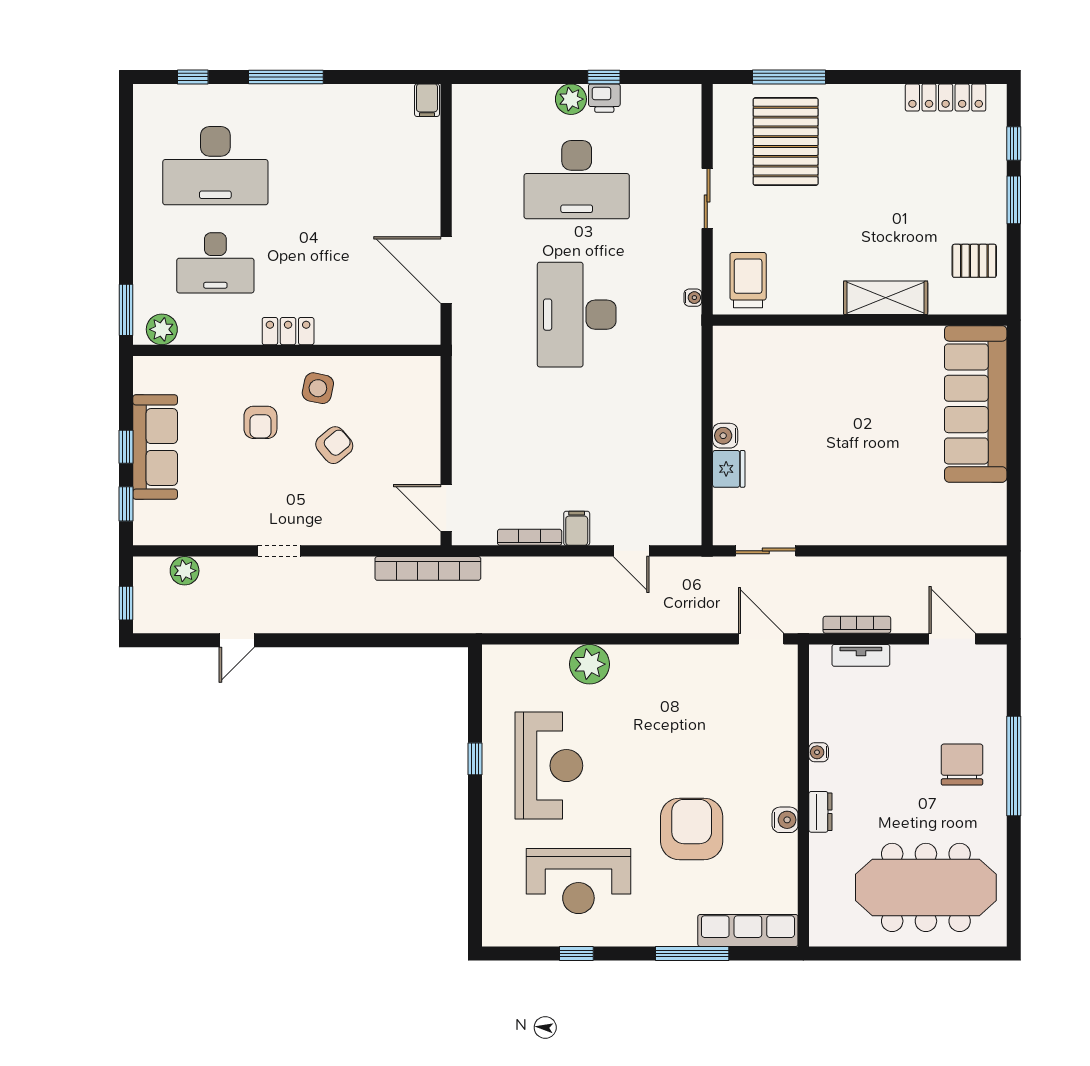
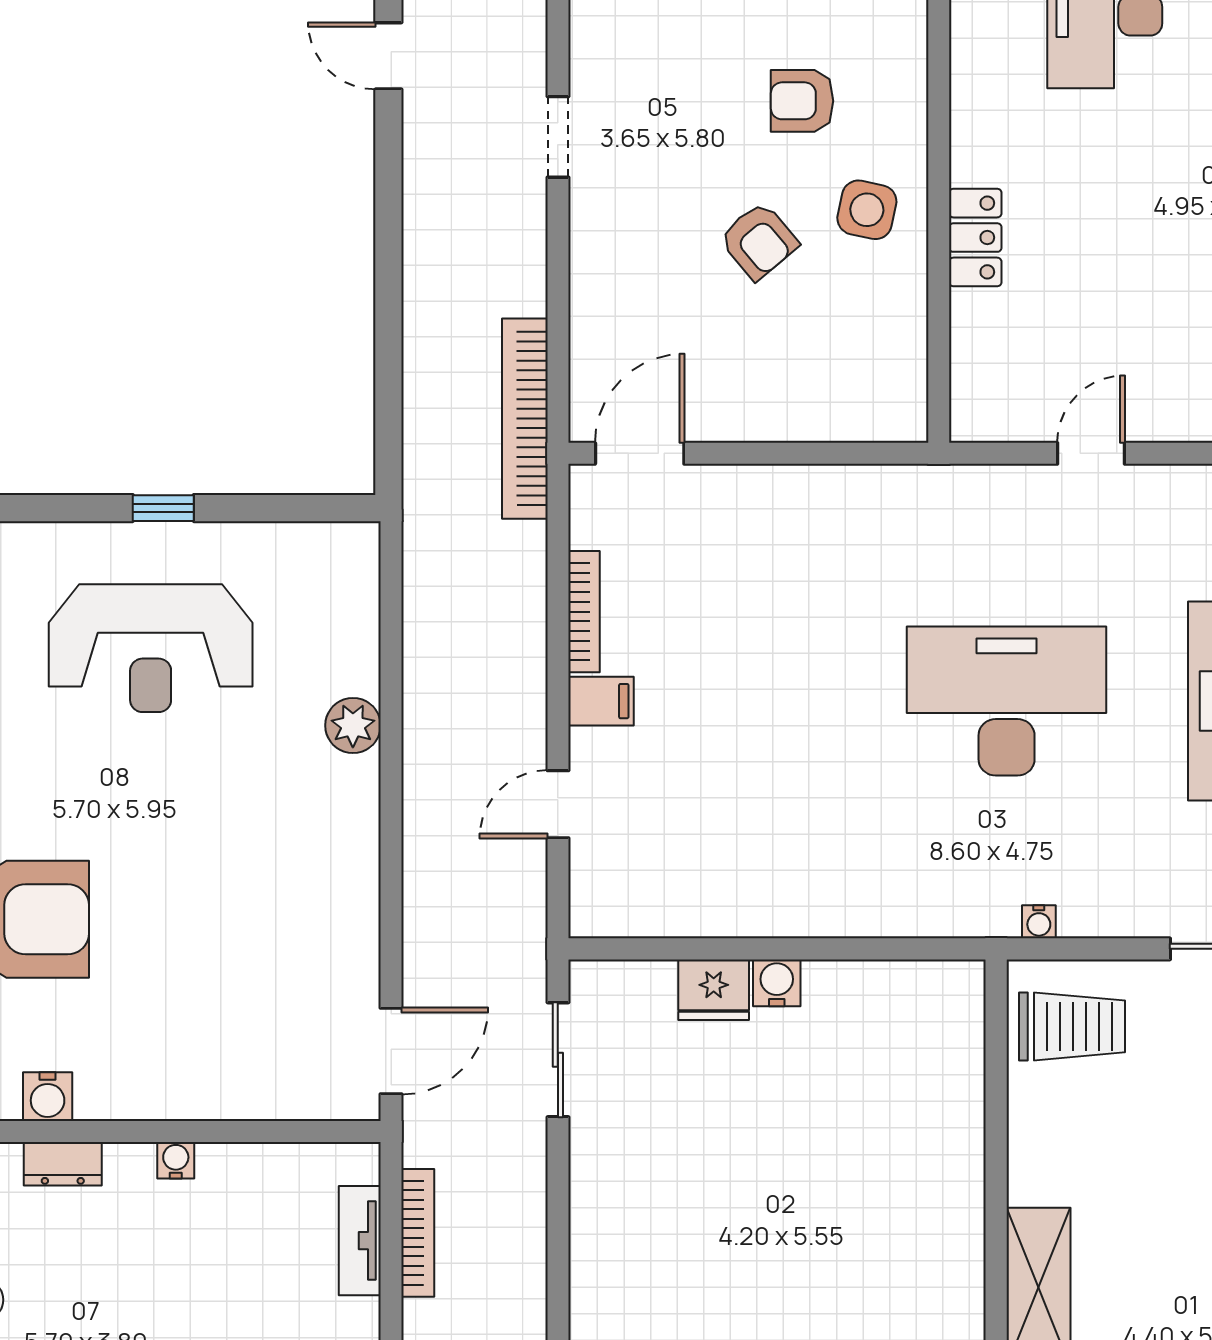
door: (446, 270) -> (1091, 453), width x0.53
locker: (288, 331) -> (975, 238), moved
plant: (590, 664) -> (353, 725), width x0.73, depth x0.73

